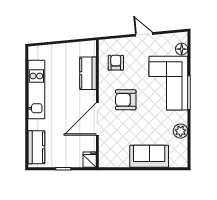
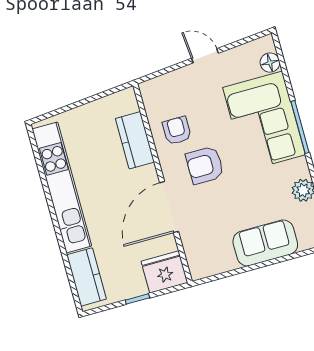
armchair: (116, 63) -> (177, 131), moved
kitchen unit: (36, 90) -> (62, 187), width x1.36
fridge: (90, 160) -> (164, 272), width x1.88, depth x1.34

